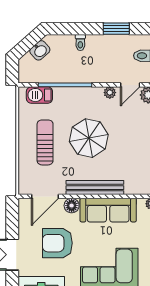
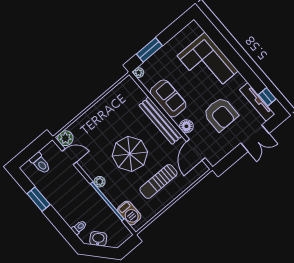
toilet: (80, 43) -> (79, 227), moved
plant: (110, 93) -> (100, 182), moved
door: (45, 196) -> (196, 150), swing flipped
sofa: (108, 210) -> (168, 98), width x0.73

